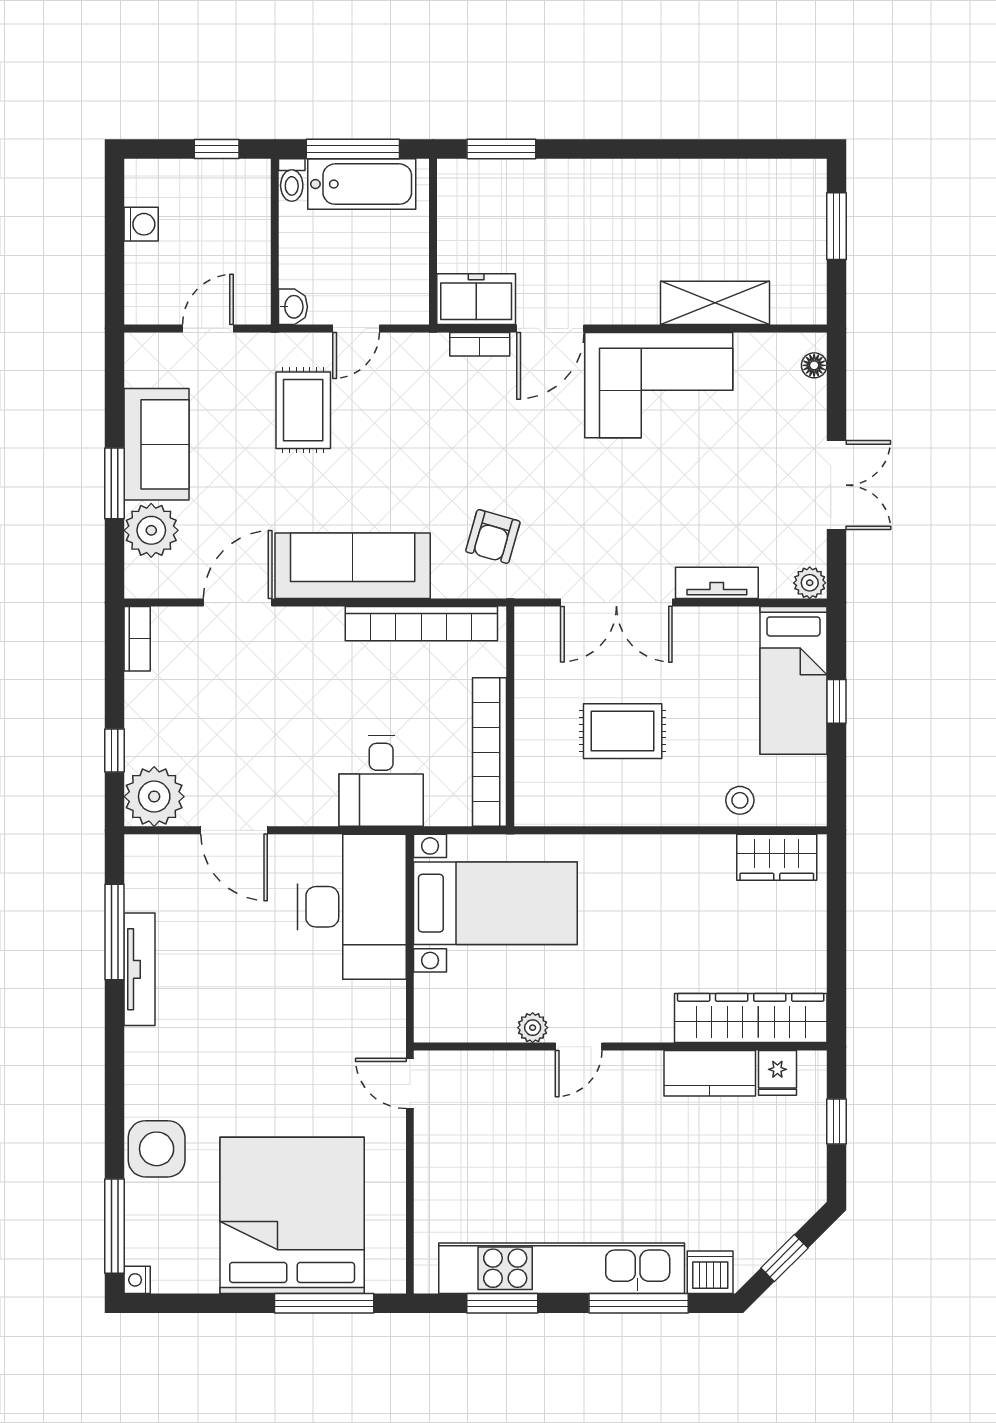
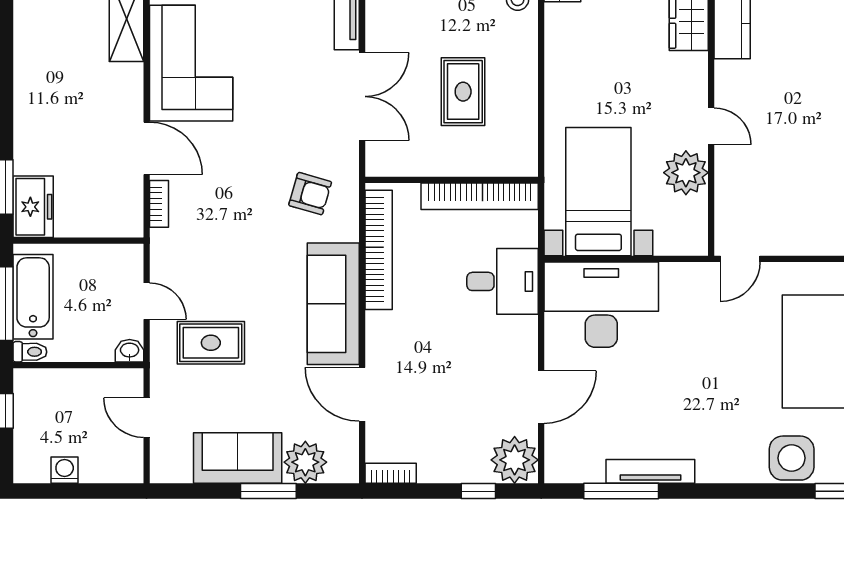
freezer: (476, 299) -> (33, 207), moved, turned 180
plant: (533, 1028) -> (686, 173), width x1.88, depth x1.88

